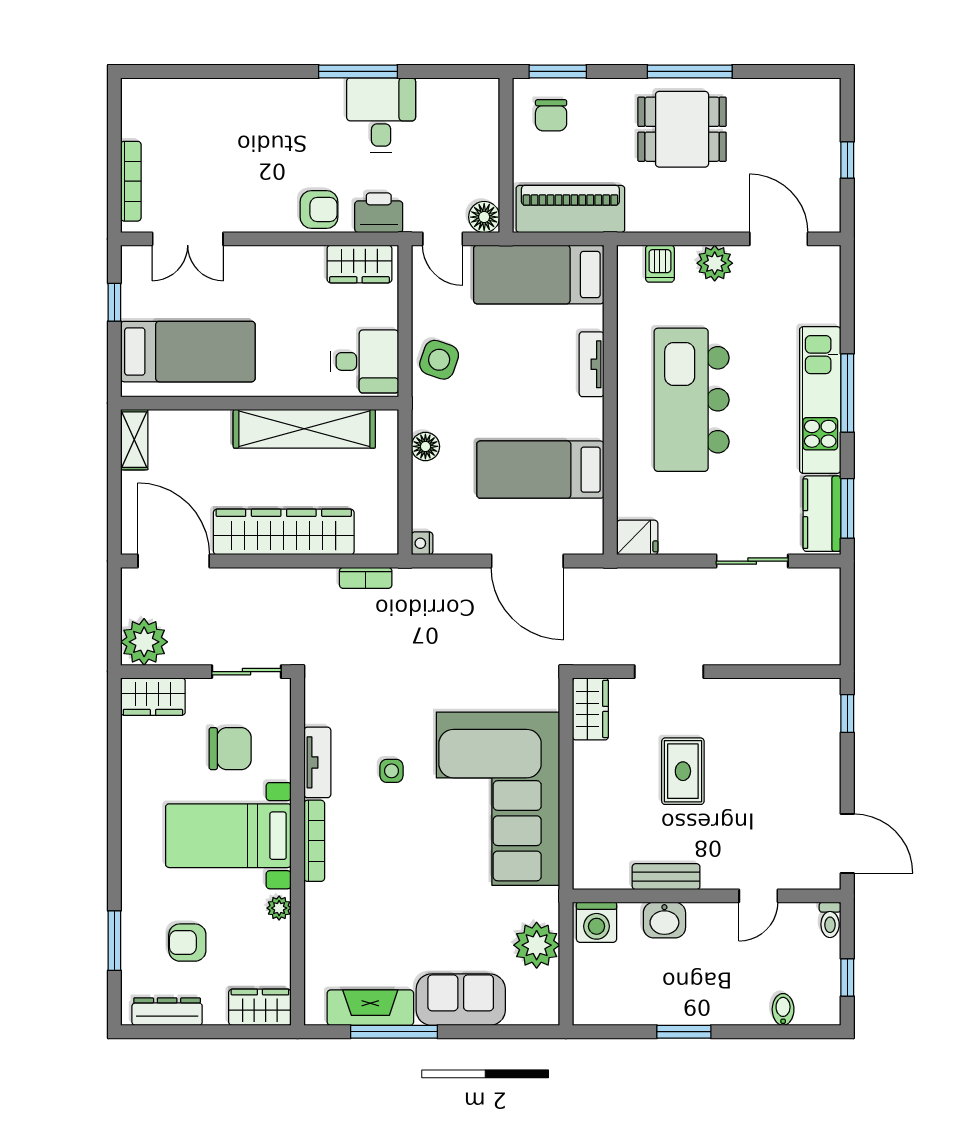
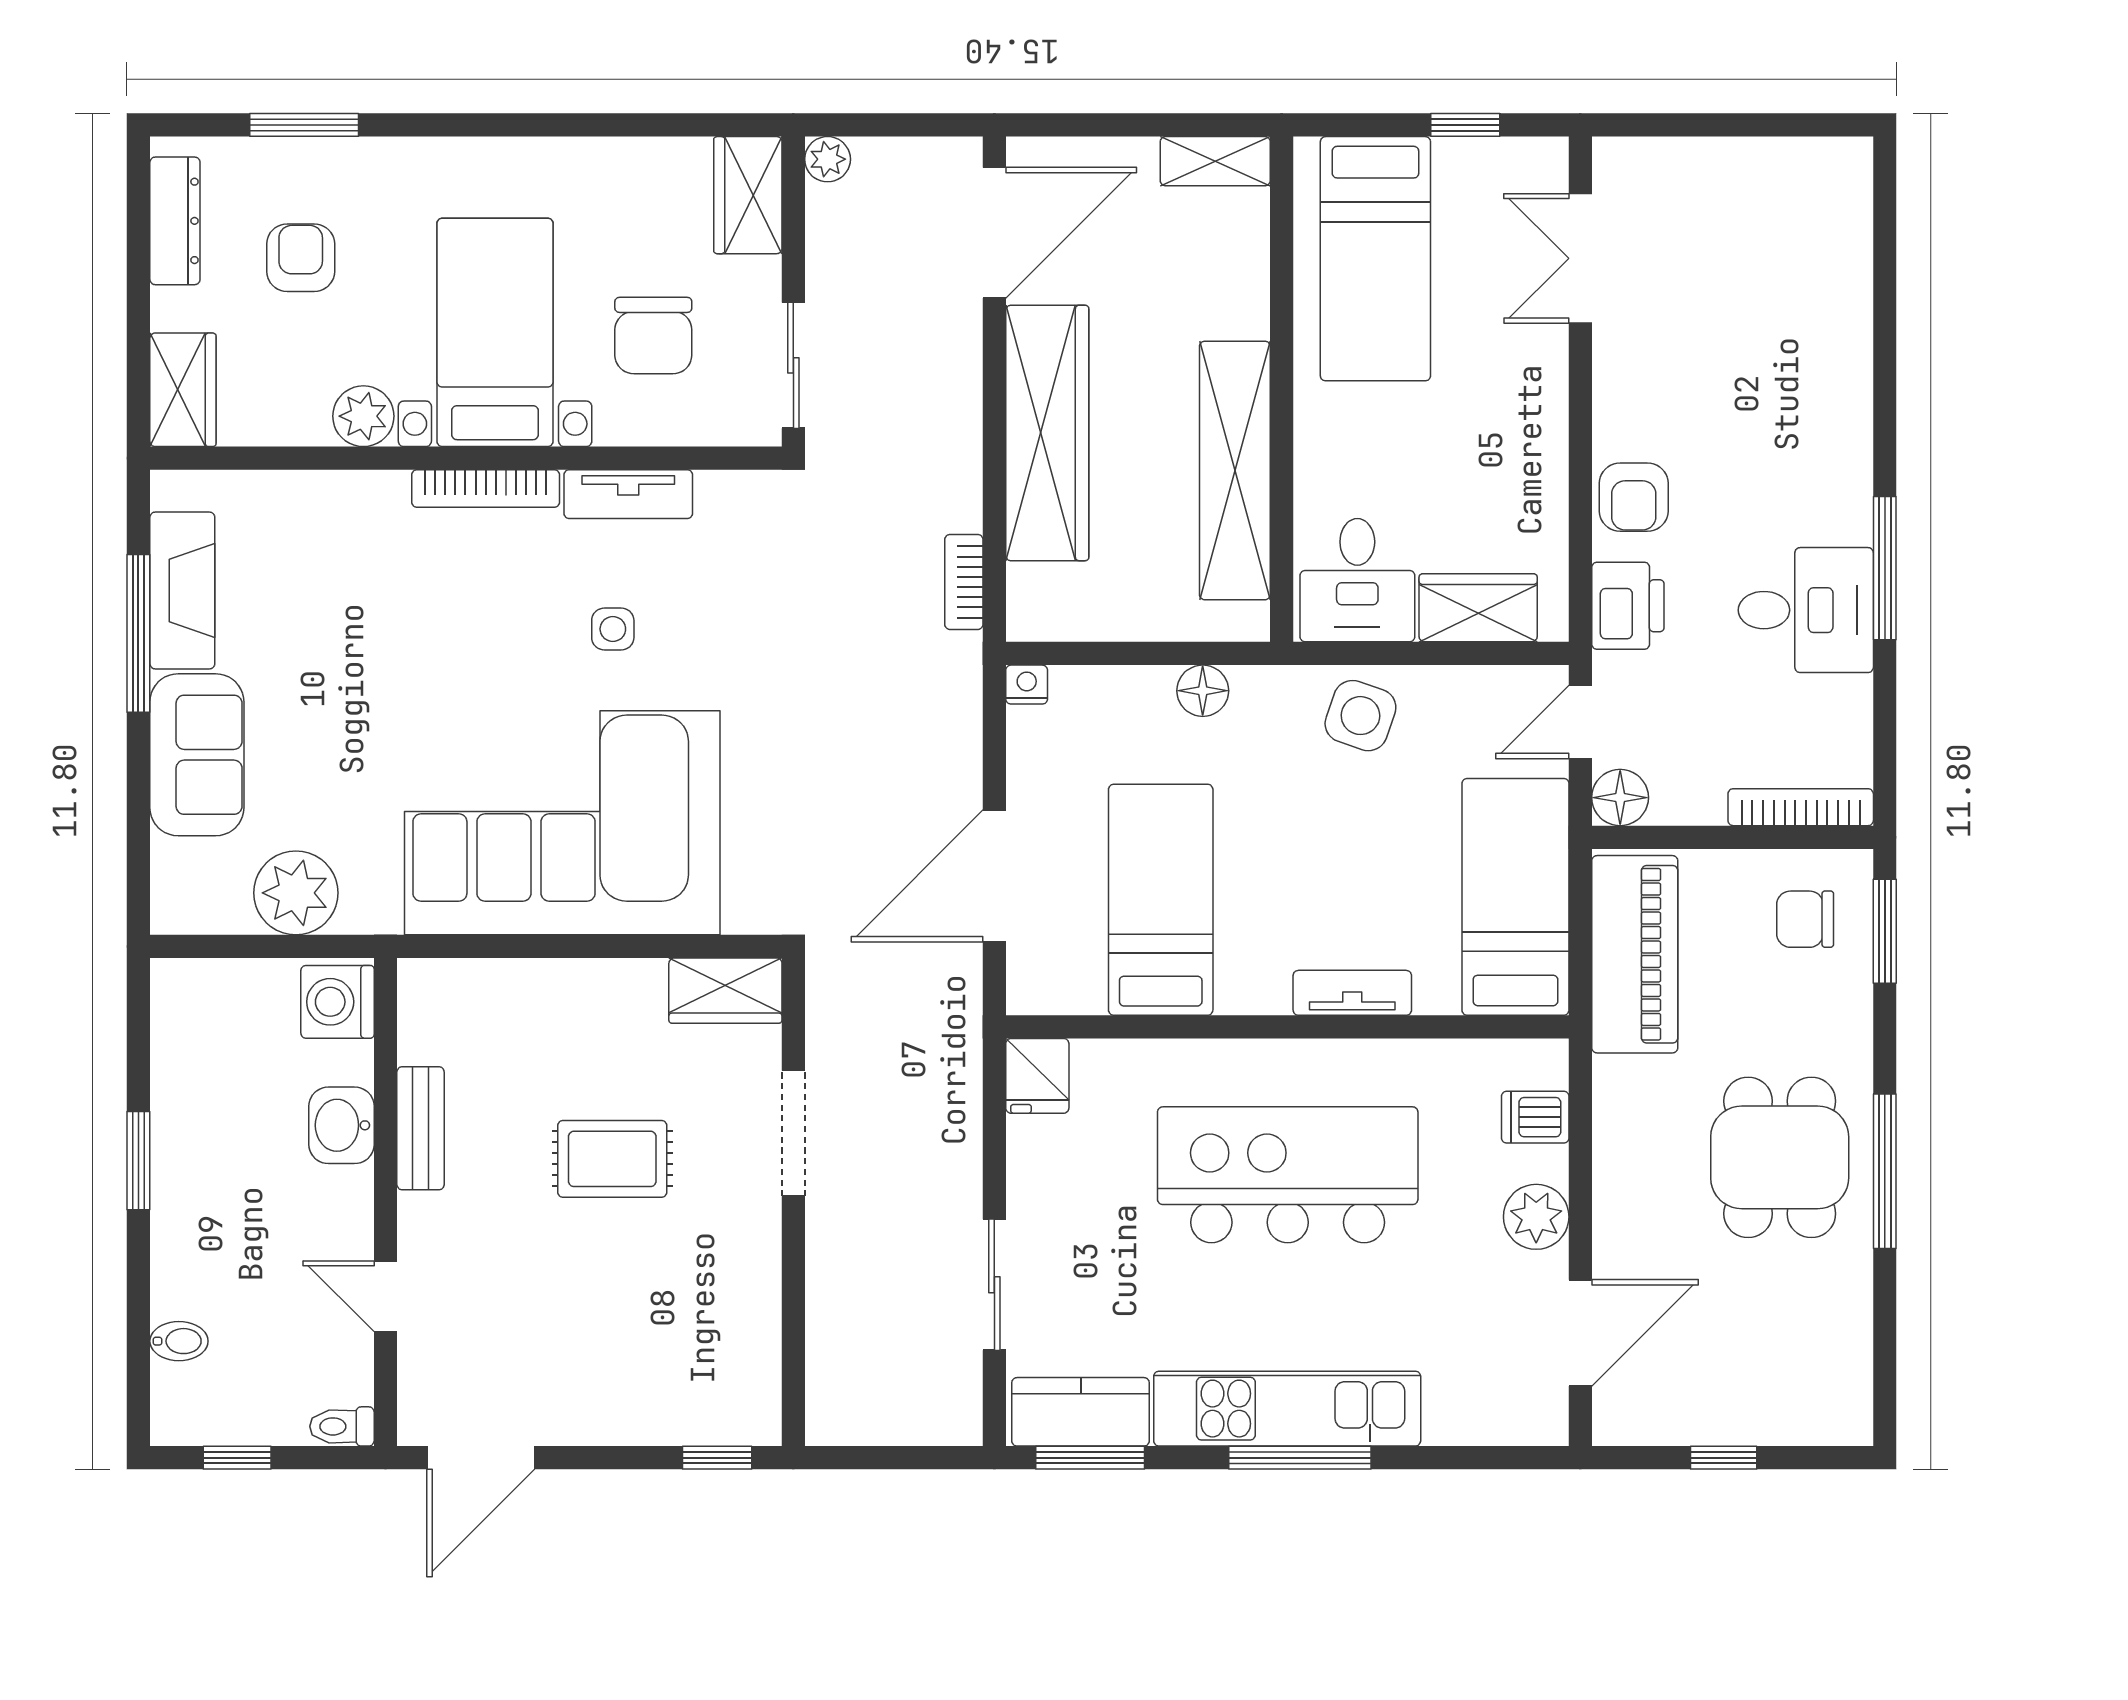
bookcase: (131, 181) -> (1801, 807), moved, turned 180
wardrobe: (359, 264) -> (1478, 608), moved, turned 90
plant: (144, 642) -> (828, 159), width x0.53, depth x0.53
plant: (279, 908) -> (363, 416), width x1.38, depth x1.38

